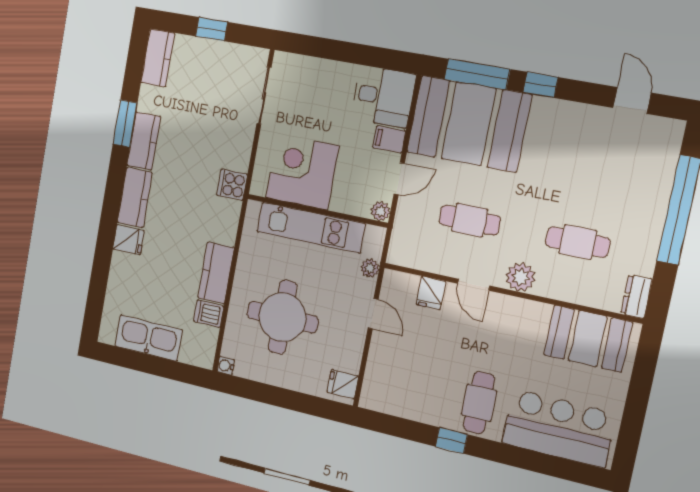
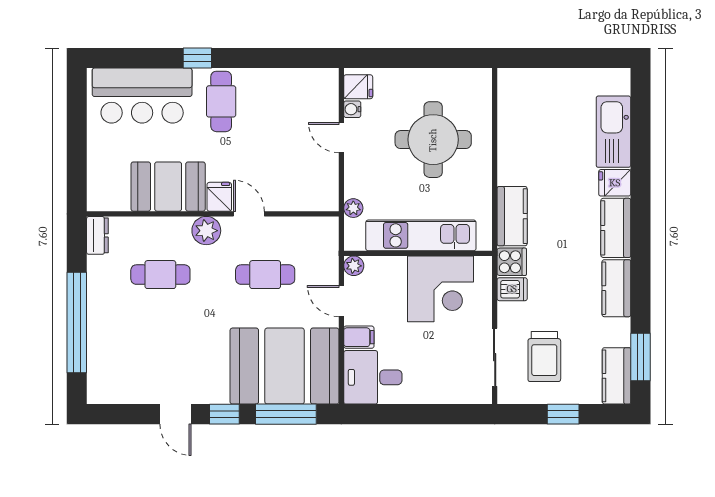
trolley: (219, 88) -> (544, 357), added
door: (632, 100) -> (175, 414), moved
window: (125, 124) -> (641, 357), moved
door: (399, 179) -> (341, 301), hinge flipped
kitchen counter: (216, 273) -> (512, 216), moved
fridge: (431, 293) -> (219, 197), moved
dishwasher: (209, 314) -> (512, 289), moved
door: (373, 314) -> (341, 138), moved
kitchen sink: (149, 338) -> (613, 132), moved, turned 90
booth: (588, 339) -> (168, 187), moved
water cooler: (226, 366) -> (352, 109), moved, turned 180
window: (451, 440) -> (197, 58), moved

